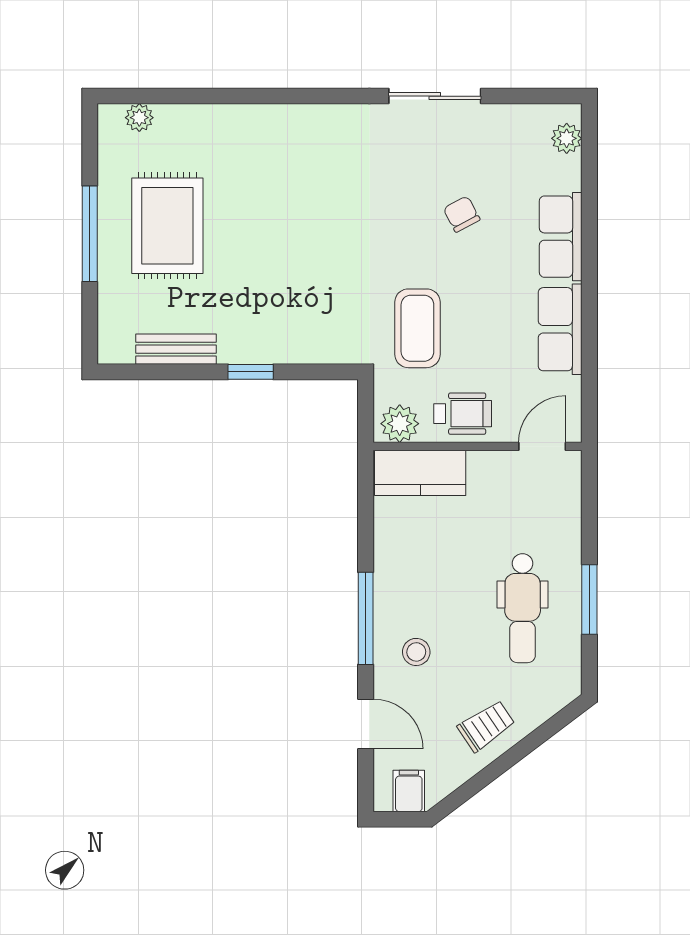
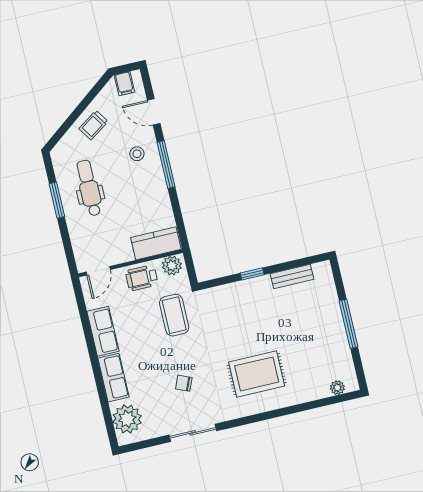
plant: (567, 138) -> (127, 419), width x1.88, depth x1.88
chair: (462, 214) -> (184, 383), moved, turned 141
rug: (167, 226) -> (257, 374), moved, turned 90

